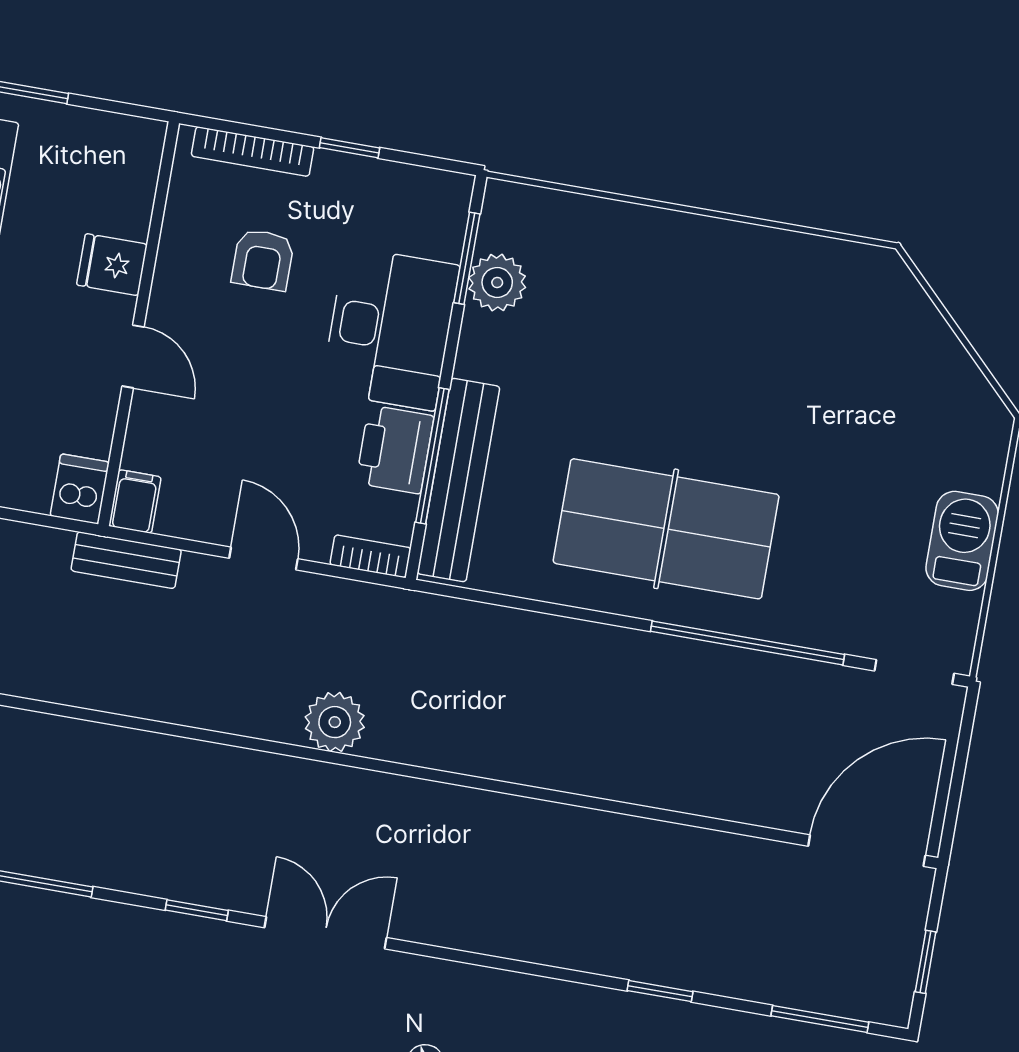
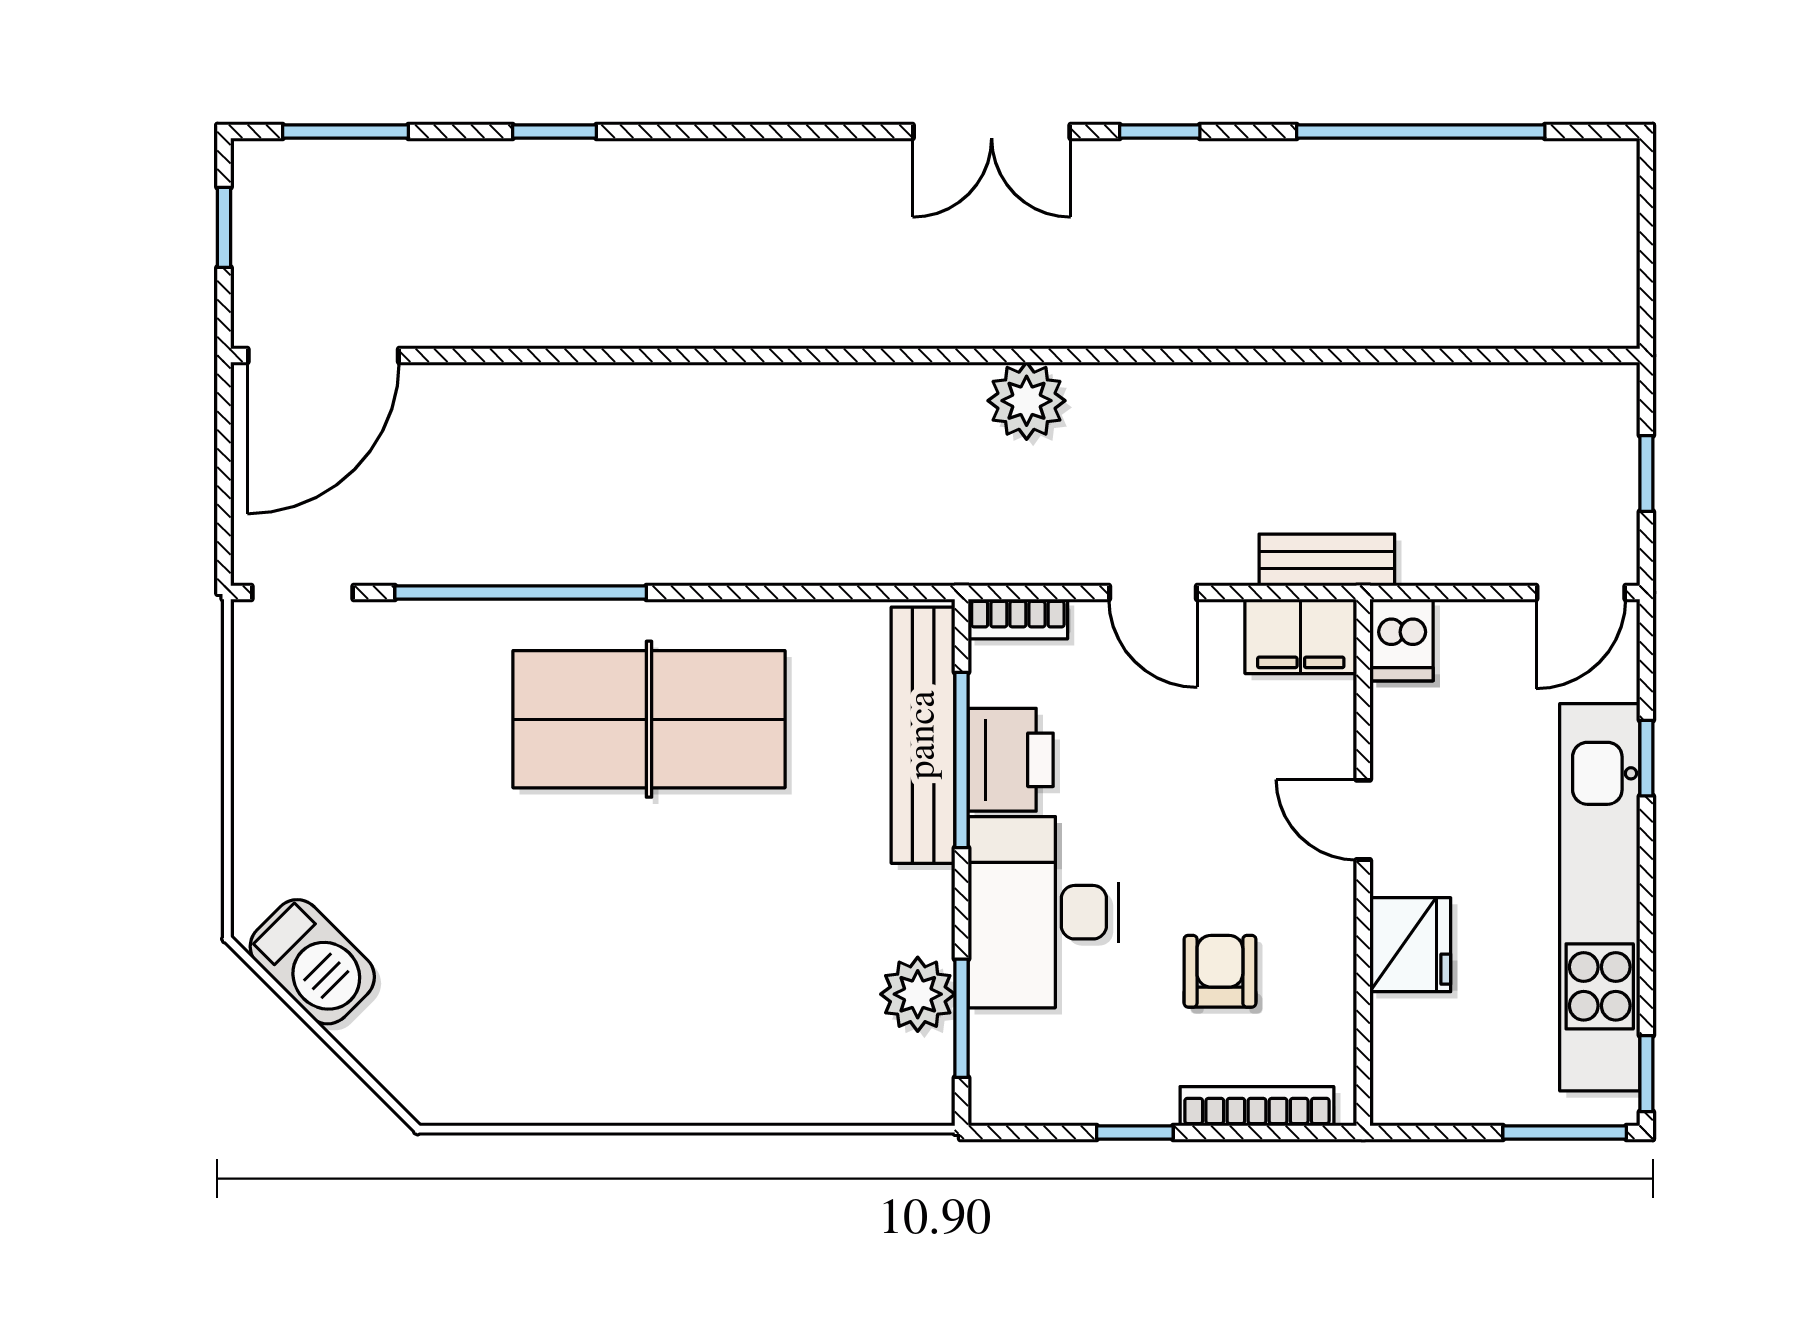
fridge: (112, 265) -> (1410, 945), width x1.38
filing cabinet: (135, 501) -> (1301, 636), width x2.00
barbecue: (962, 541) -> (312, 962), moved, turned -45

